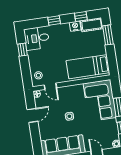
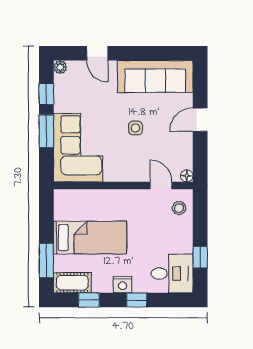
nightstand: (75, 26) -> (123, 285), moved
bed: (88, 67) -> (90, 238), moved
door: (32, 115) -> (200, 120), moved

